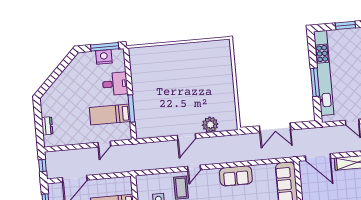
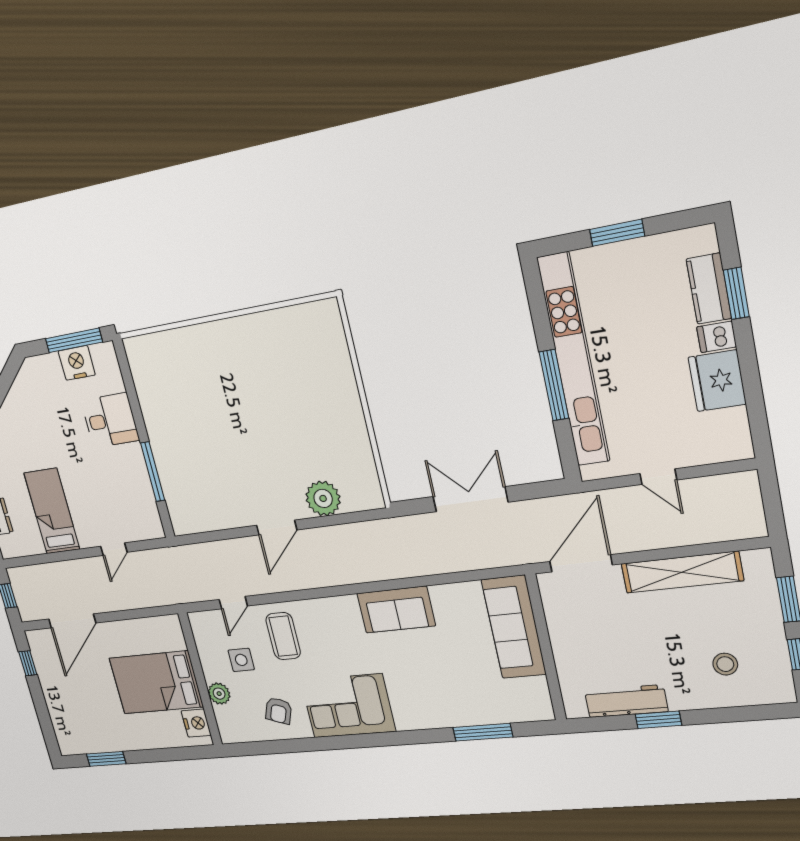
bed: (110, 115) -> (52, 511), moved, turned 90
double door: (275, 128) -> (470, 499), swing flipped
door: (318, 157) -> (581, 563), swing flipped
door: (194, 168) -> (233, 603), moved

